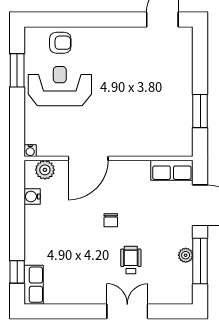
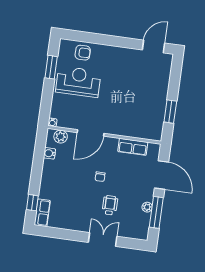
row of seats: (172, 170) -> (133, 147), moved

